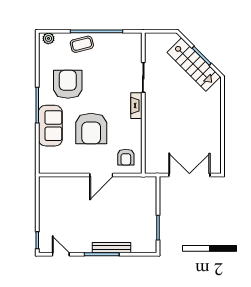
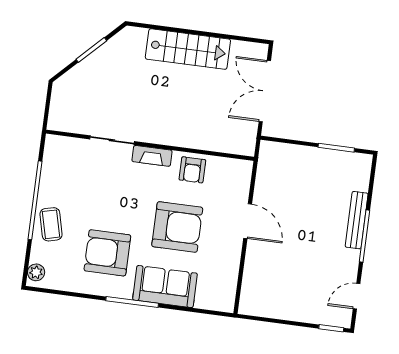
stairs: (194, 64) -> (188, 49), moved, turned 45
armchair: (126, 157) -> (192, 170), moved, turned 90

